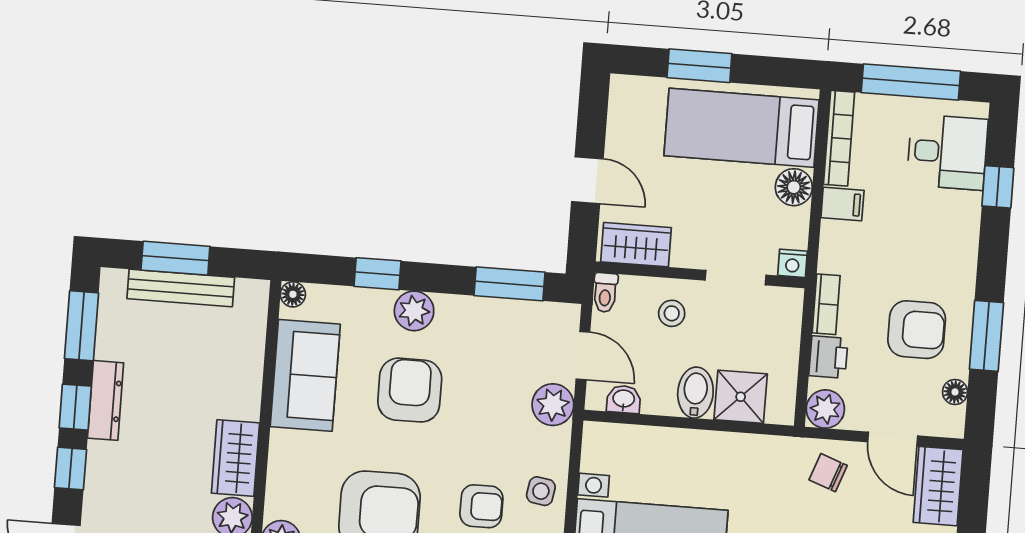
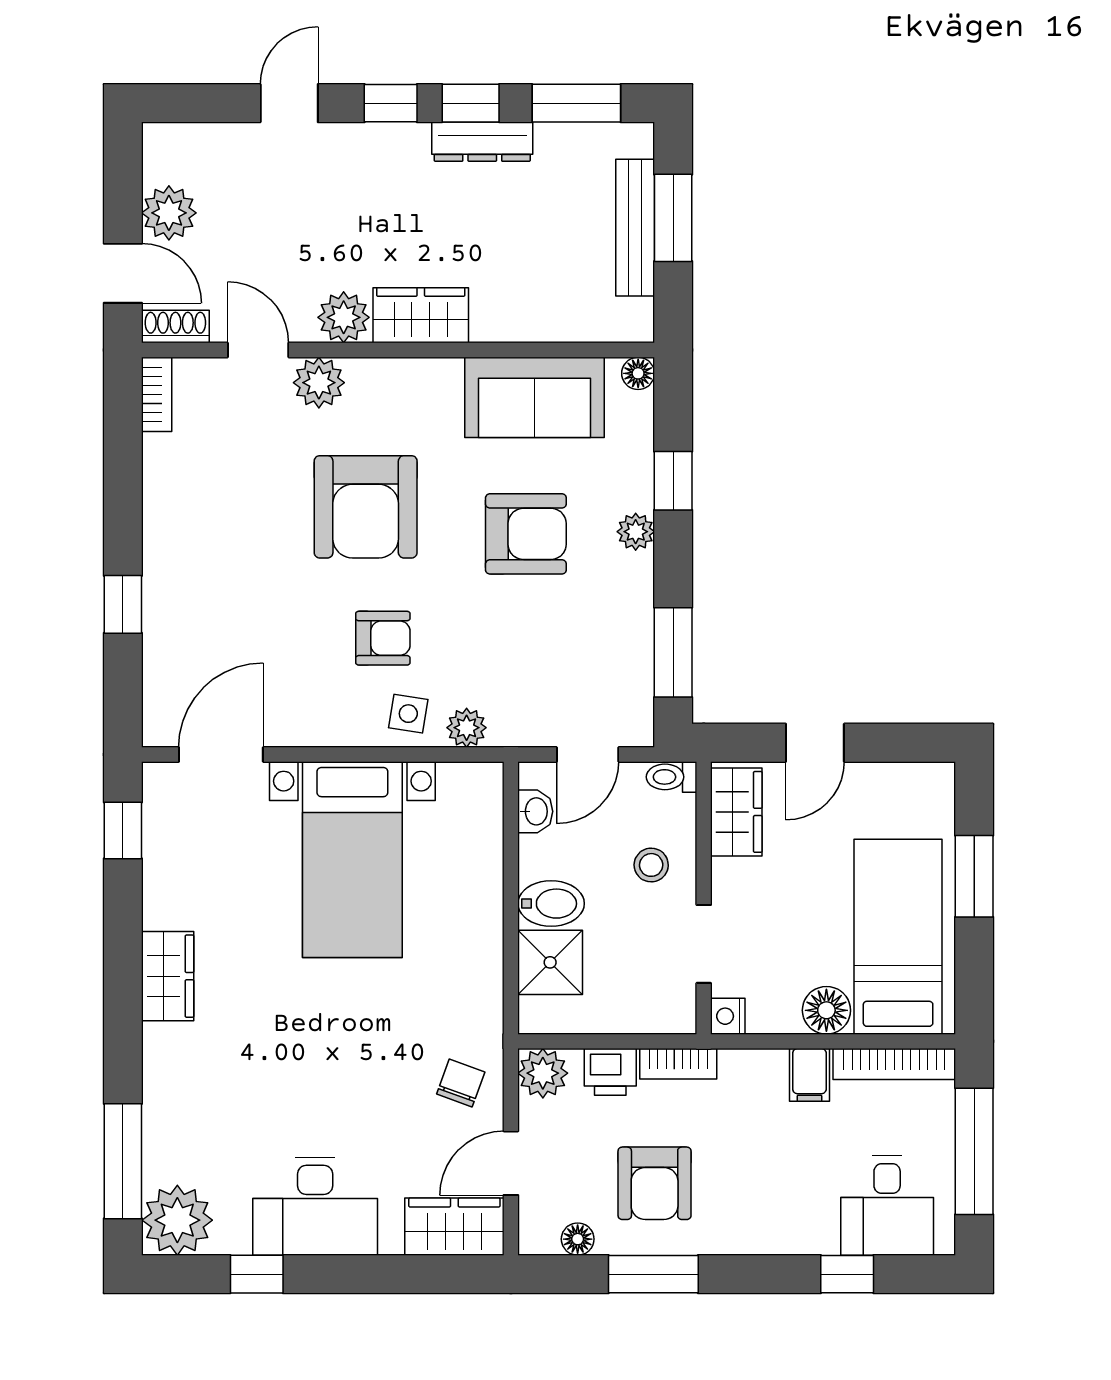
plant: (414, 311) -> (636, 532), width x0.73, depth x0.73
plant: (553, 405) -> (467, 728), moved, width x0.73, depth x0.73
armchair: (481, 506) -> (383, 638), turned -90

